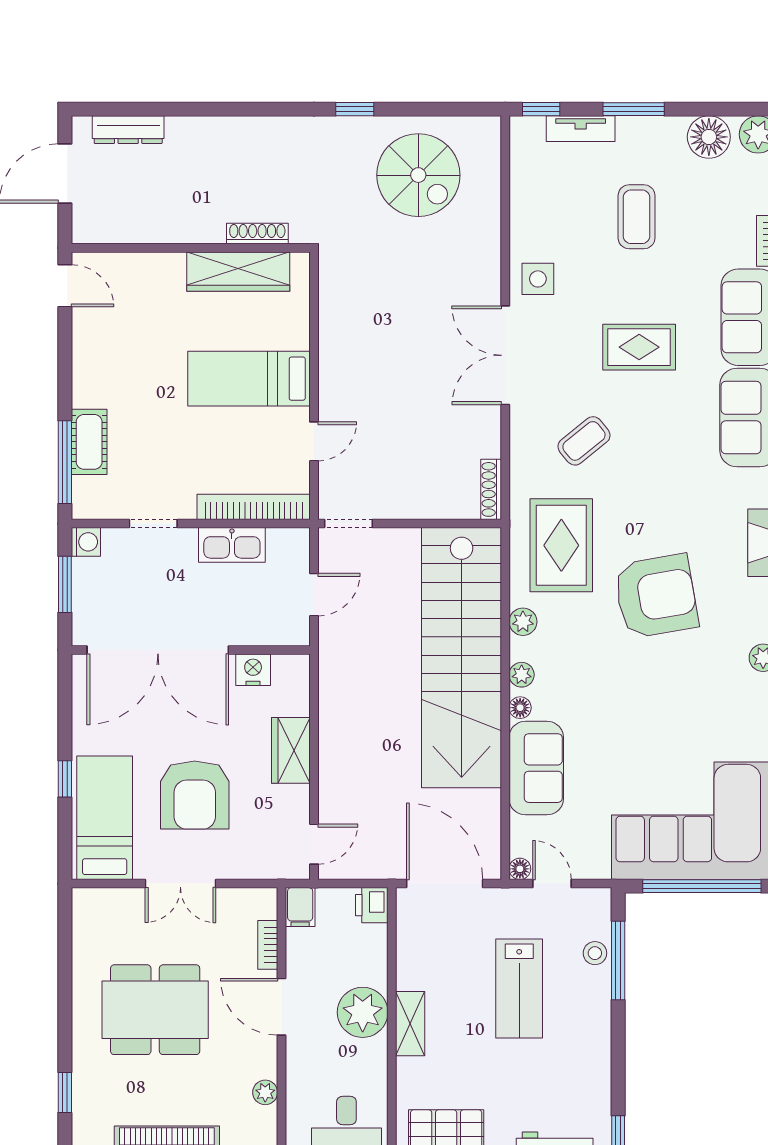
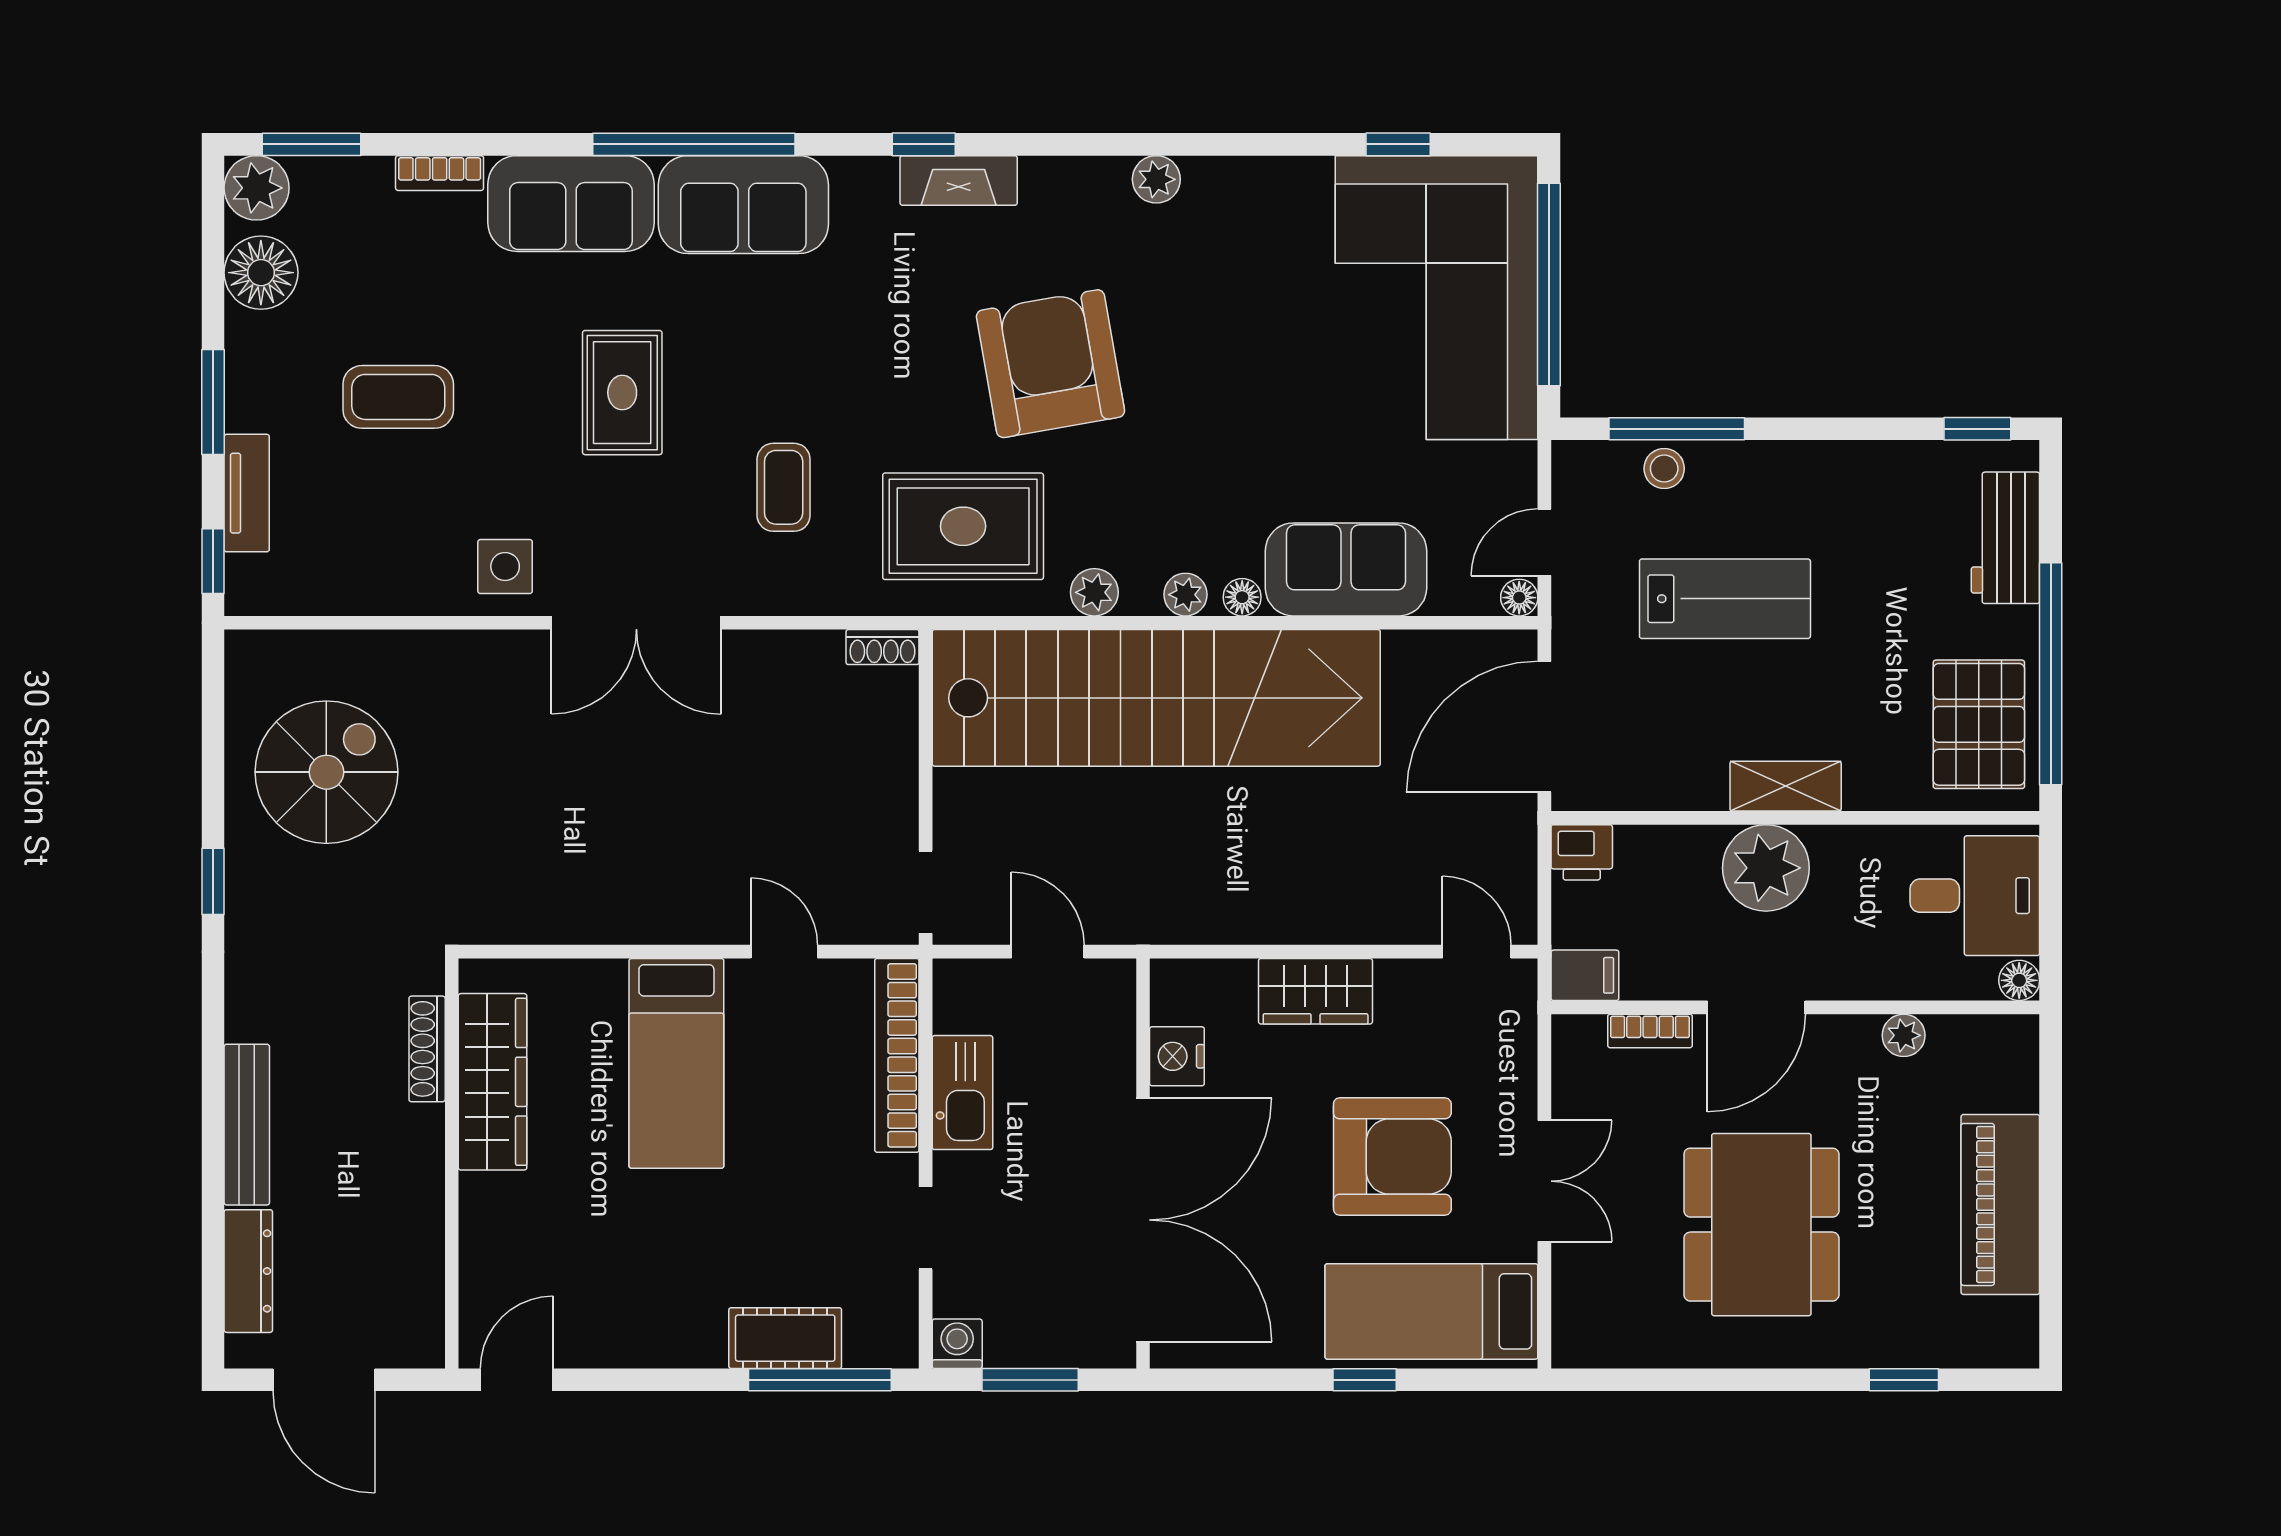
bench: (213, 129) -> (247, 1125), added
coffee table: (584, 441) -> (784, 487), turned 39
shoe rack: (491, 489) -> (883, 647), width x0.70

